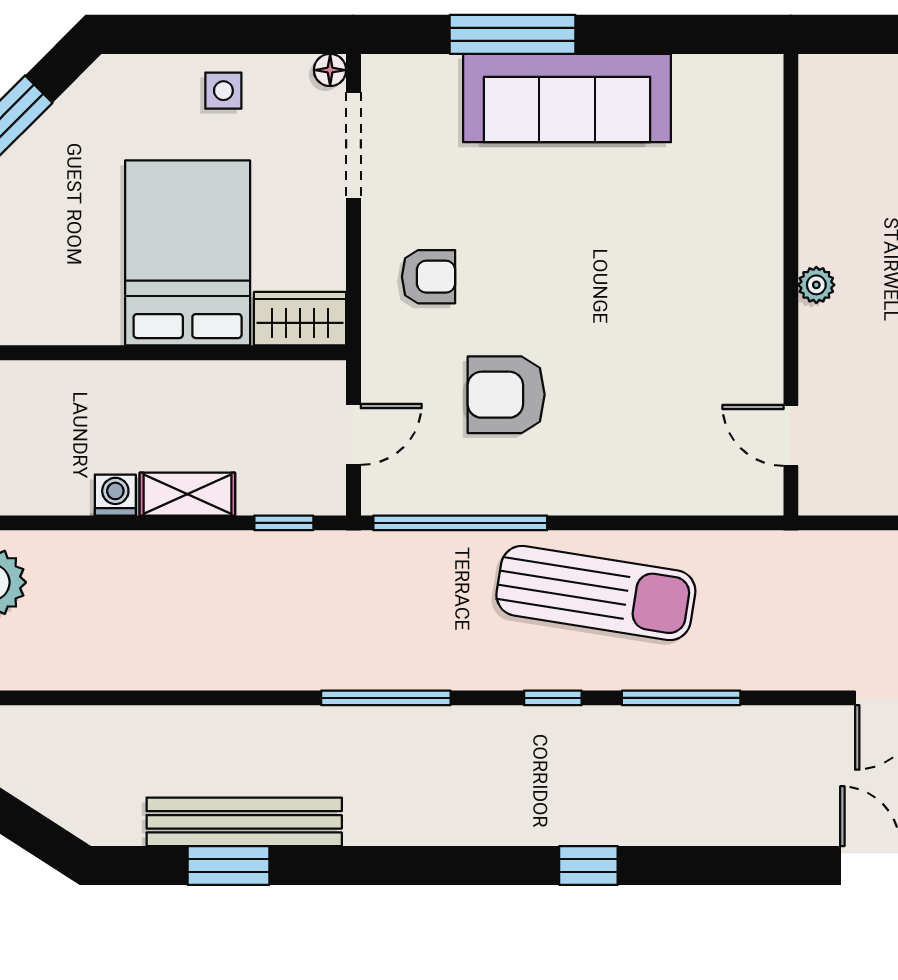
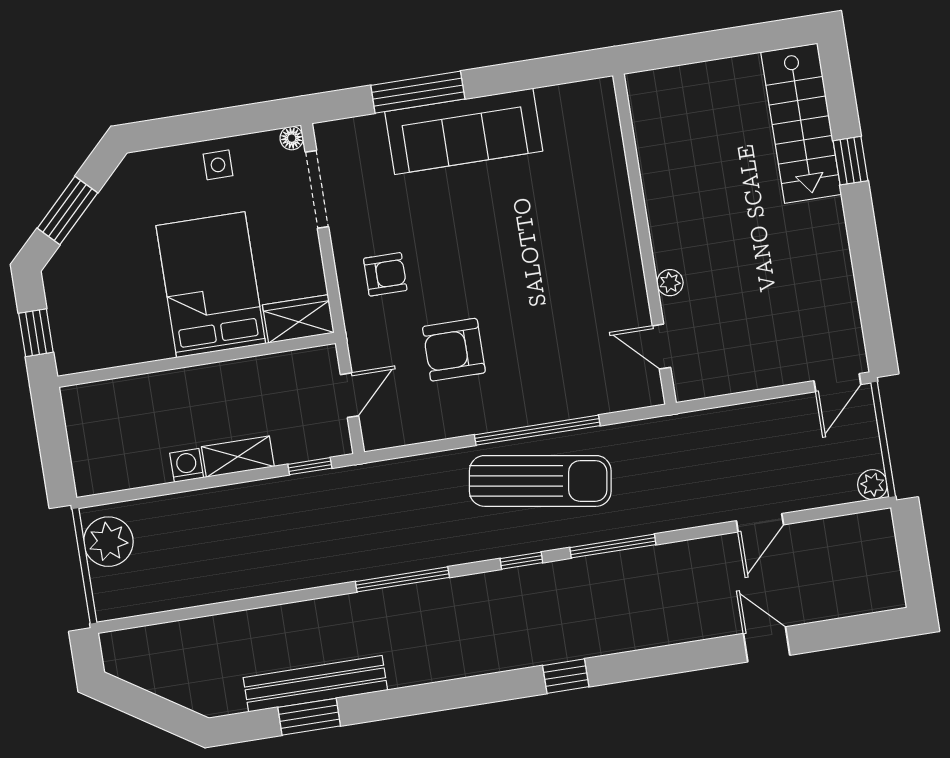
plant: (816, 285) -> (670, 283), moved
window: (460, 523) -> (537, 430), moved

